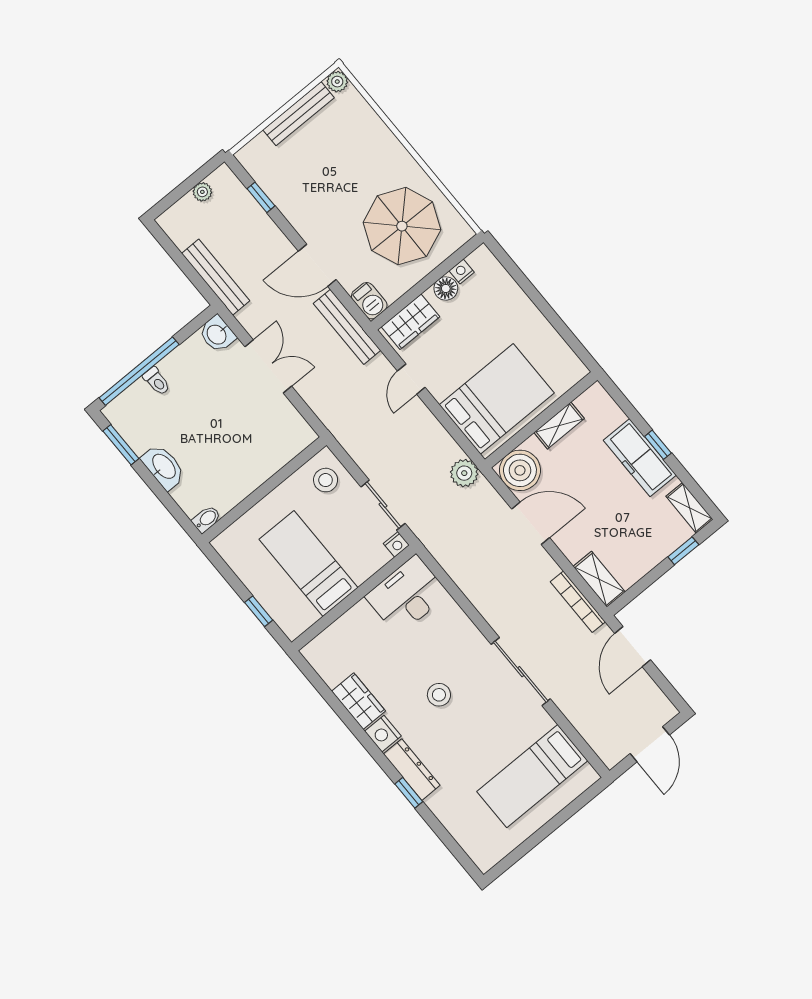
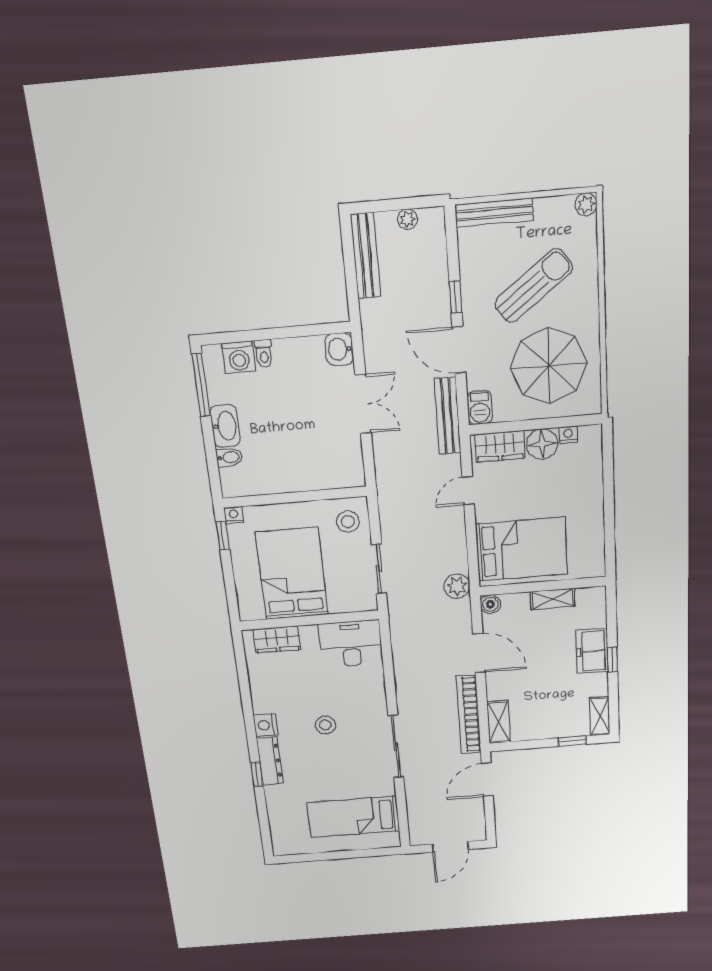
bench: (299, 114) -> (494, 213), moved
sun lounger: (342, 172) -> (534, 286), added
window: (261, 197) -> (455, 297), moved
bench: (216, 277) -> (366, 256), moved
floor lamp: (446, 288) -> (542, 444), width x1.38, depth x1.38
window: (139, 371) -> (255, 335), removed
washing machine: (138, 399) -> (239, 357), added
window: (121, 445) -> (201, 385), width x1.44
freezer: (640, 458) -> (592, 651), width x0.71
boiler: (520, 470) -> (490, 604), width x0.54, depth x0.54
bidet: (206, 519) -> (229, 457), moved
nightstand: (396, 544) -> (234, 515), moved, turned 180
bed: (308, 564) -> (292, 574), width x1.50
bookcase: (578, 602) -> (469, 715), width x1.48, depth x1.31
window: (259, 611) -> (223, 535), moved
wardrobe: (358, 701) -> (277, 639), moved, turned 90

